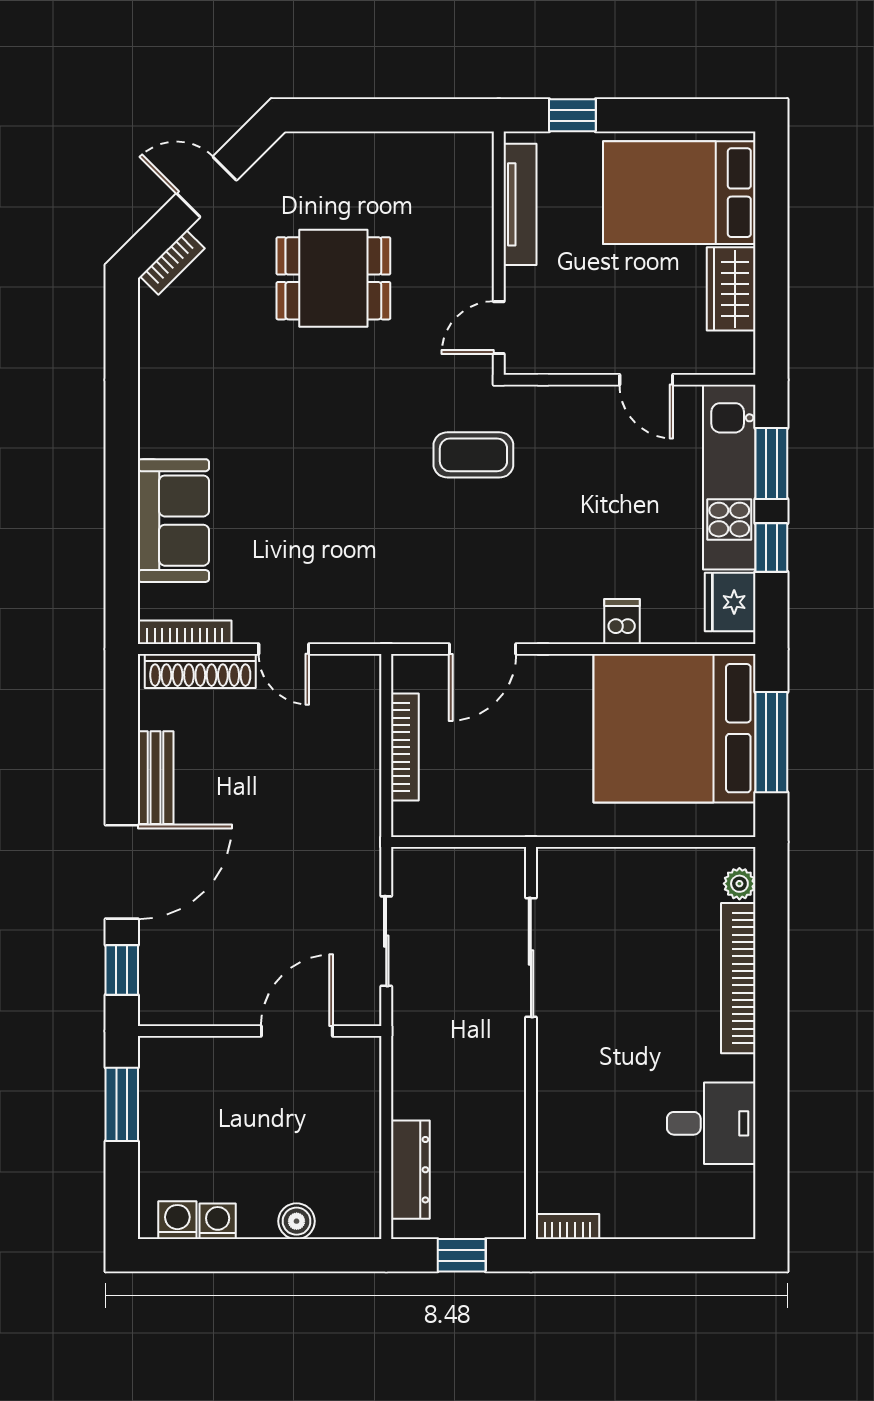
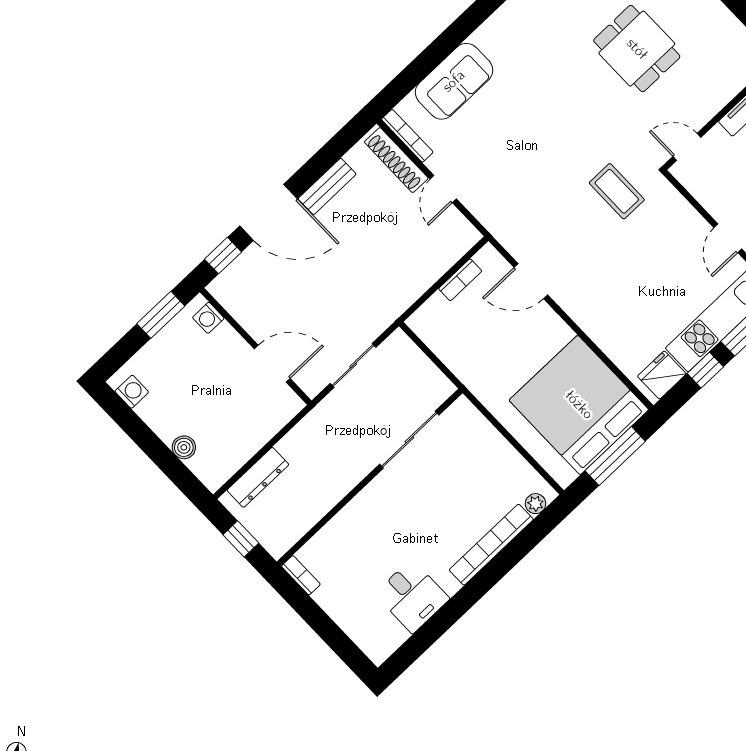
dishwasher: (622, 622) -> (605, 334), removed
bookcase: (405, 747) -> (460, 280), width x0.64
washing machine: (218, 1221) -> (208, 318), moved, turned 180

